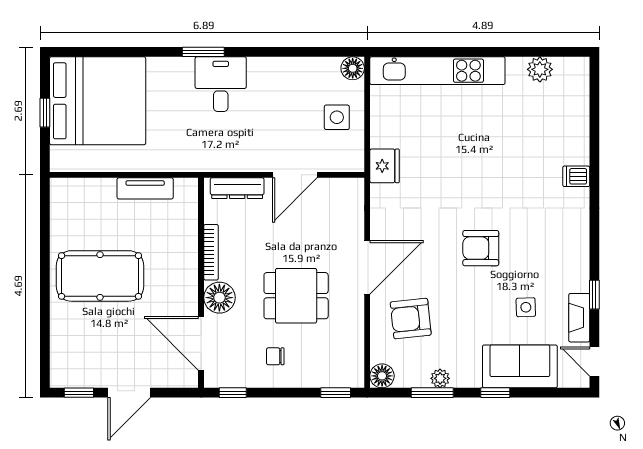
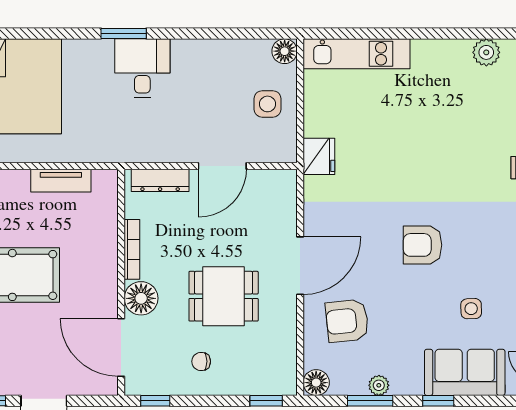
kitchen unit: (437, 71) -> (356, 54), width x0.73

